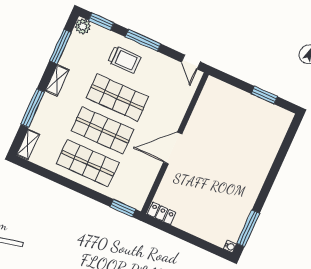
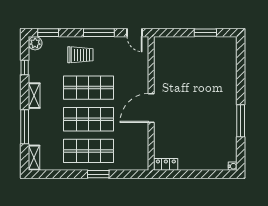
window: (143, 40) -> (99, 33), moved
window: (60, 47) -> (25, 67), width x0.46
window: (123, 208) -> (98, 174), moved
window: (248, 228) -> (241, 121), moved

